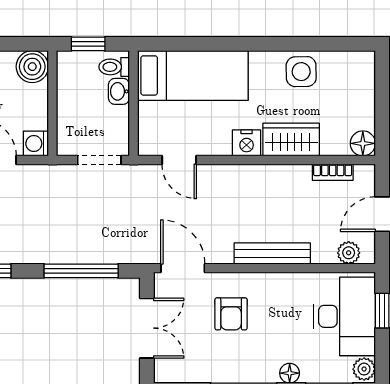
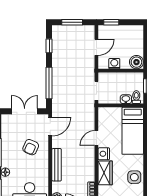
washing machine: (36, 144) -> (114, 64), moved
door: (179, 160) -> (96, 138), moved
armchair: (231, 314) -> (31, 147), turned -66
double door: (147, 328) -> (25, 111), swing flipped

